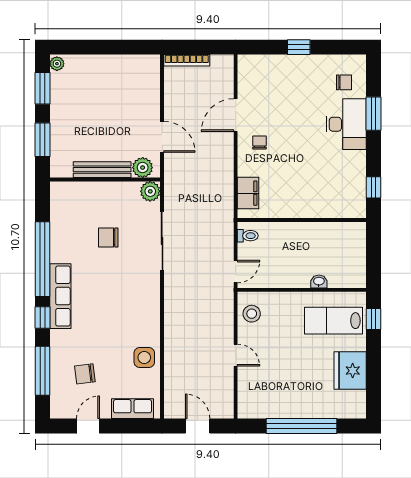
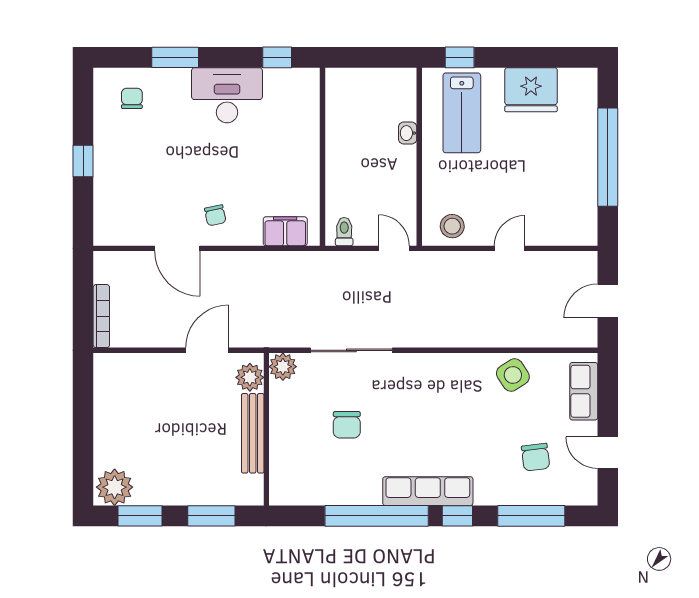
plant: (57, 64) -> (115, 487), width x1.88, depth x1.88
desk: (346, 124) -> (227, 95), moved
chair: (260, 143) -> (215, 215), turned -102
side table: (144, 357) -> (513, 375), turned -33

